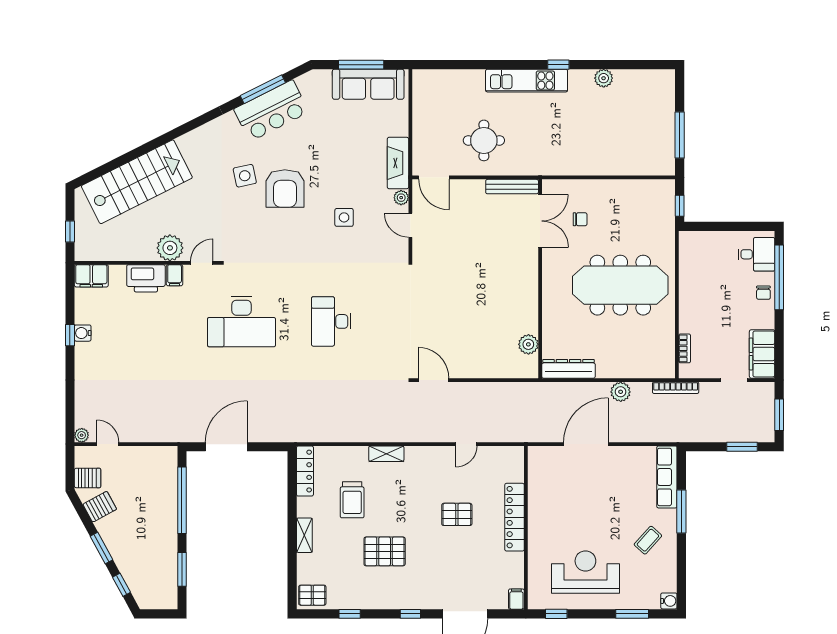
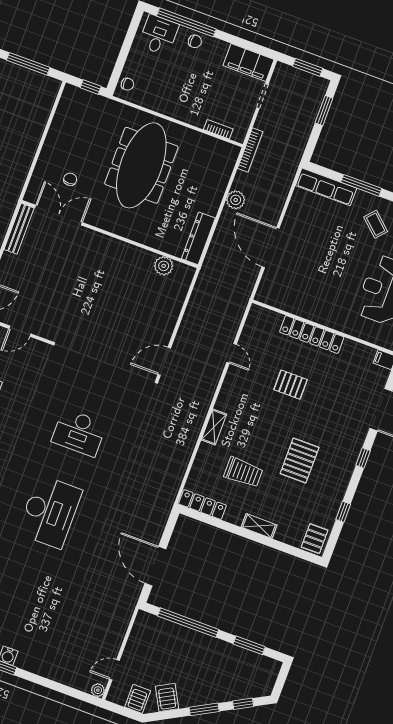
chair: (696, 241) -> (127, 84), added
pallet: (457, 514) -> (291, 385), turned 90

